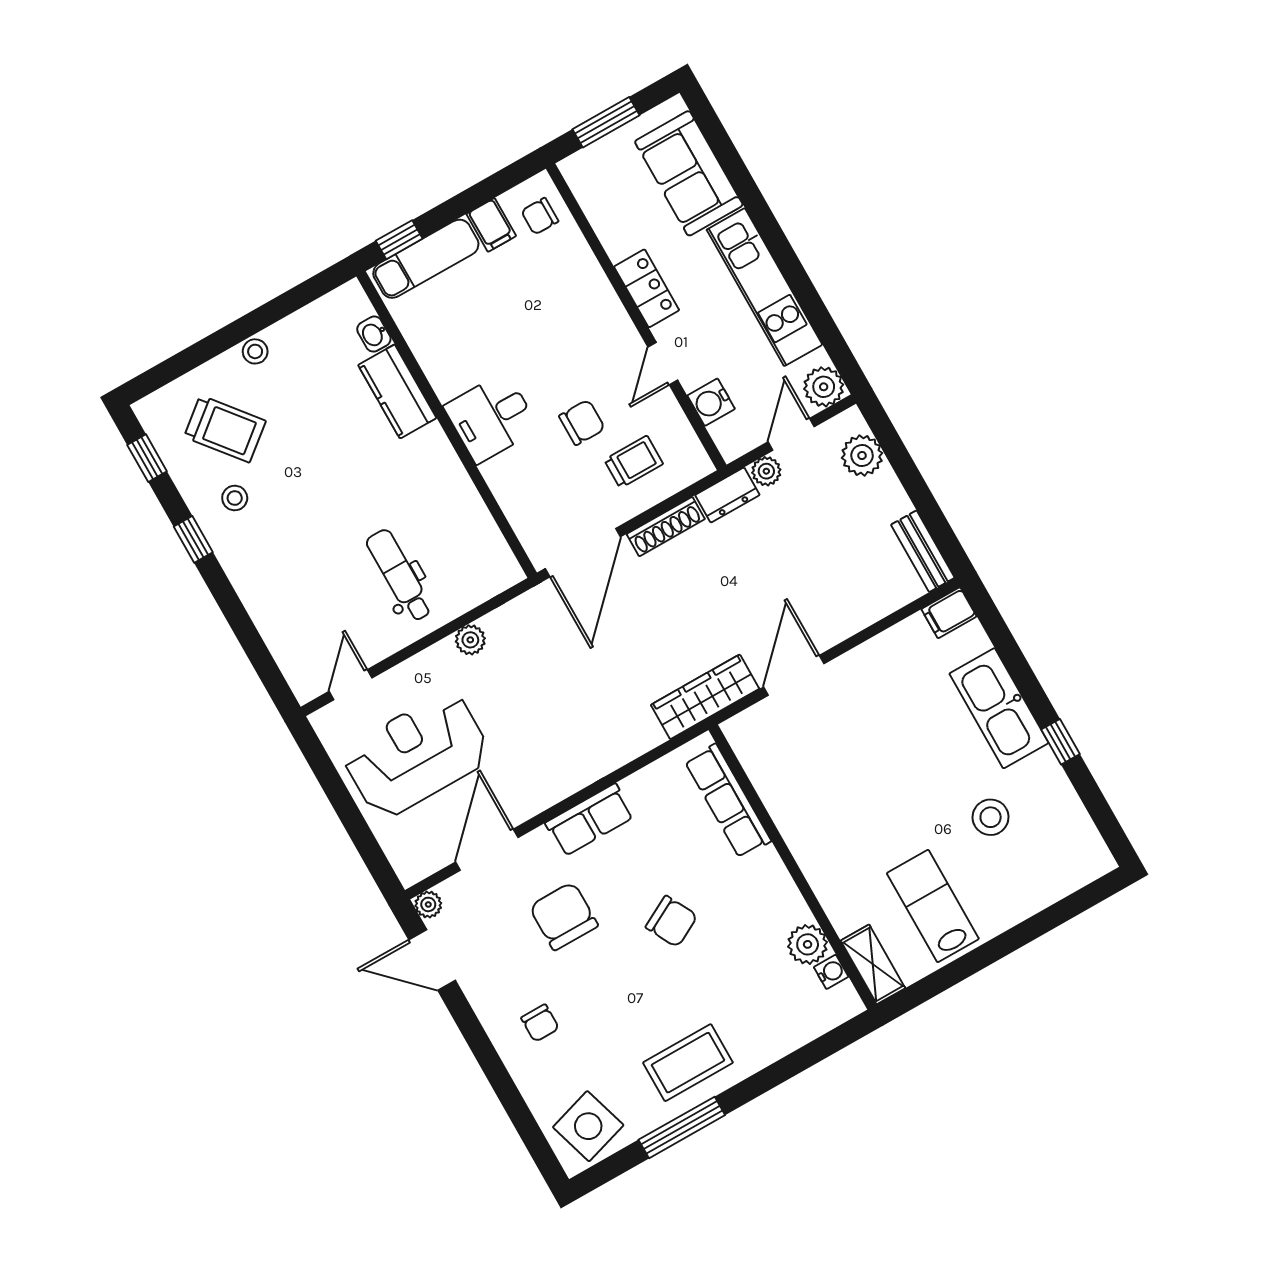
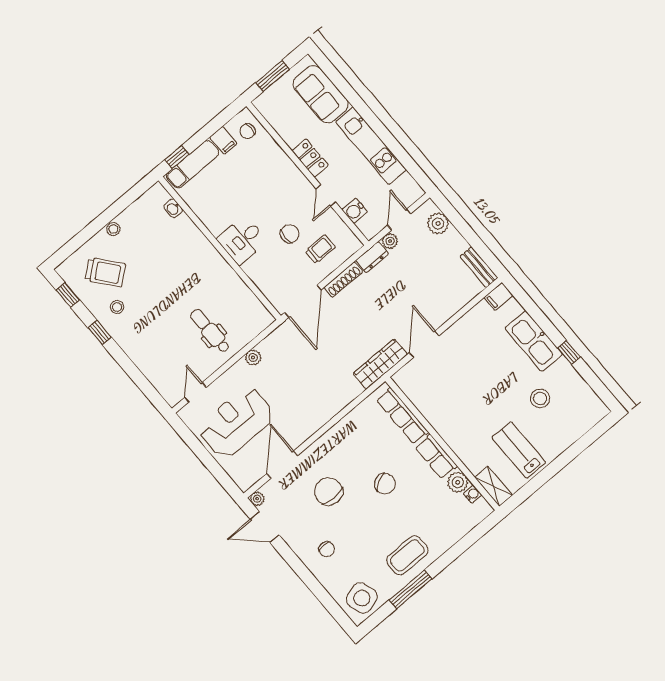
plant: (824, 387) -> (411, 192), removed
kitchen counter: (397, 391) -> (191, 236), removed
row of seats: (590, 820) -> (436, 457), moved, turned 90

